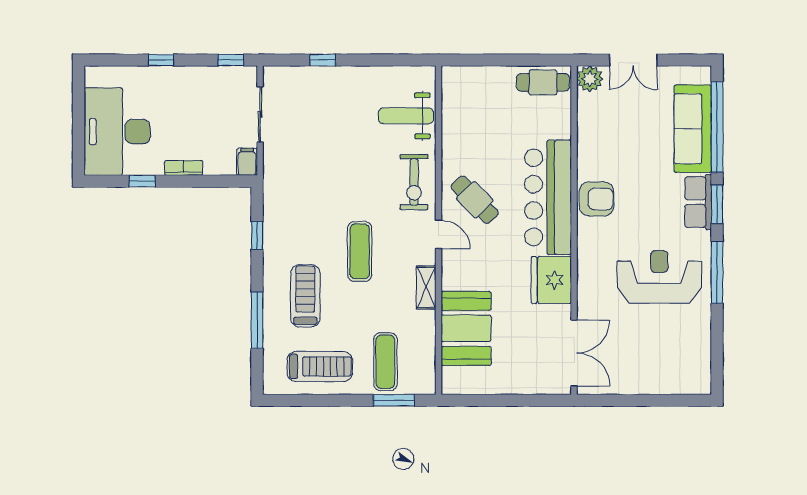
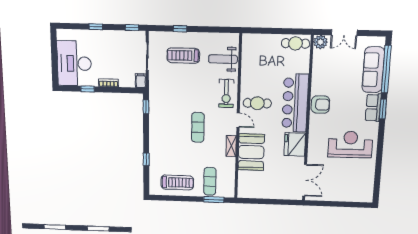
cafe table: (475, 200) -> (257, 103), turned -46
window: (257, 235) -> (146, 107), moved
window: (717, 272) -> (380, 143), removed
treadmill: (305, 296) -> (183, 55), moved, turned -90
window: (257, 320) -> (146, 159), width x0.46
booth: (466, 328) -> (251, 152), moved

